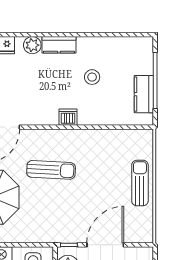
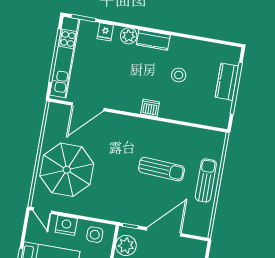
kitchen counter: (144, 94) -> (227, 82), moved
sun lounger: (51, 170) -> (161, 169), moved

